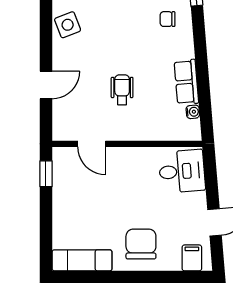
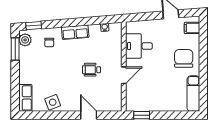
row of seats: (186, 82) -> (75, 32), moved
door: (92, 144) -> (124, 75), moved
desk: (182, 171) -> (139, 46), moved, turned -85
chair: (141, 244) -> (184, 58), turned 90

